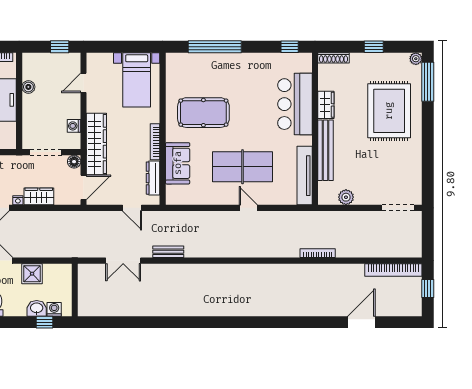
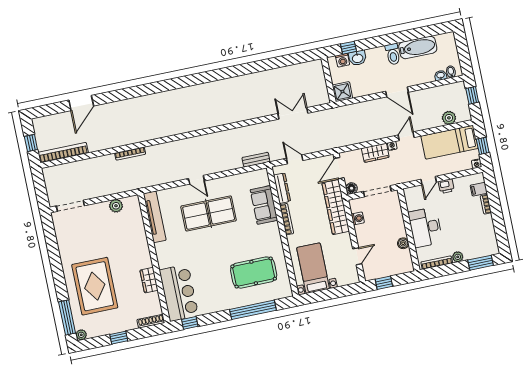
bar counter: (295, 104) -> (179, 293), moved
pool table: (203, 113) -> (254, 273), moved
bench: (326, 150) -> (141, 242), removed
bench: (168, 252) -> (256, 160), moved
shower: (32, 274) -> (342, 92), moved

